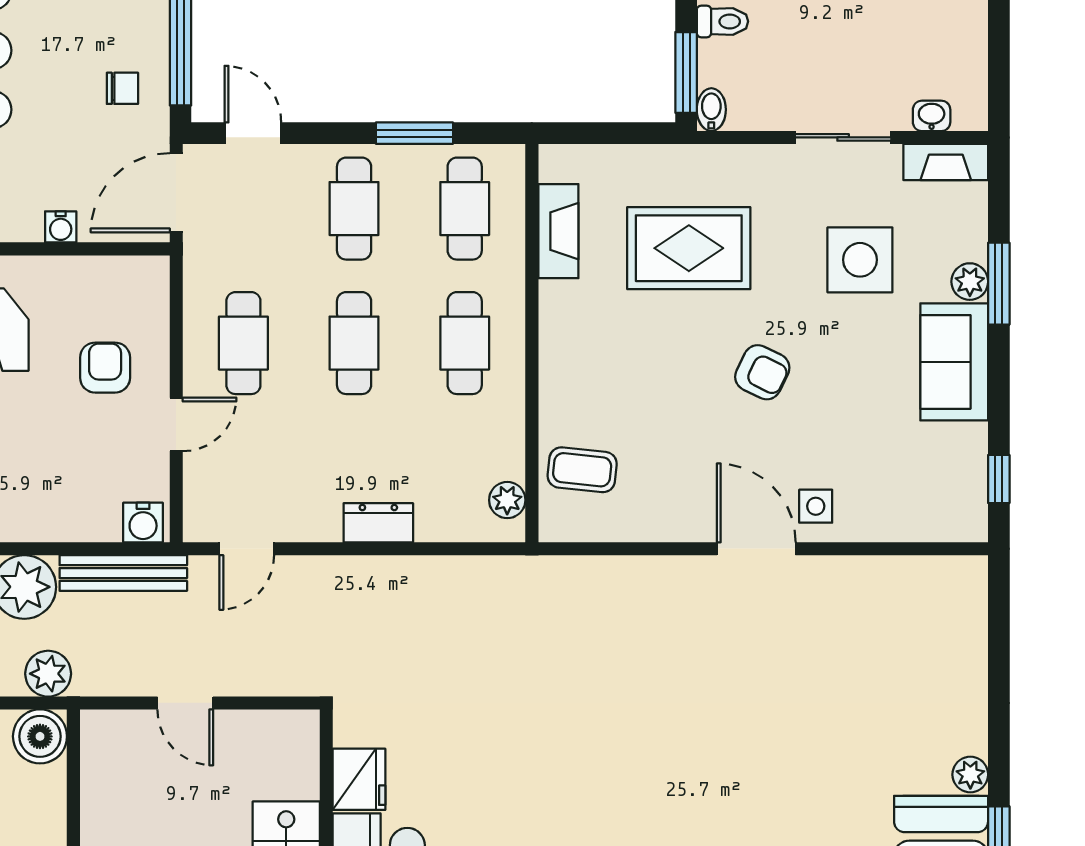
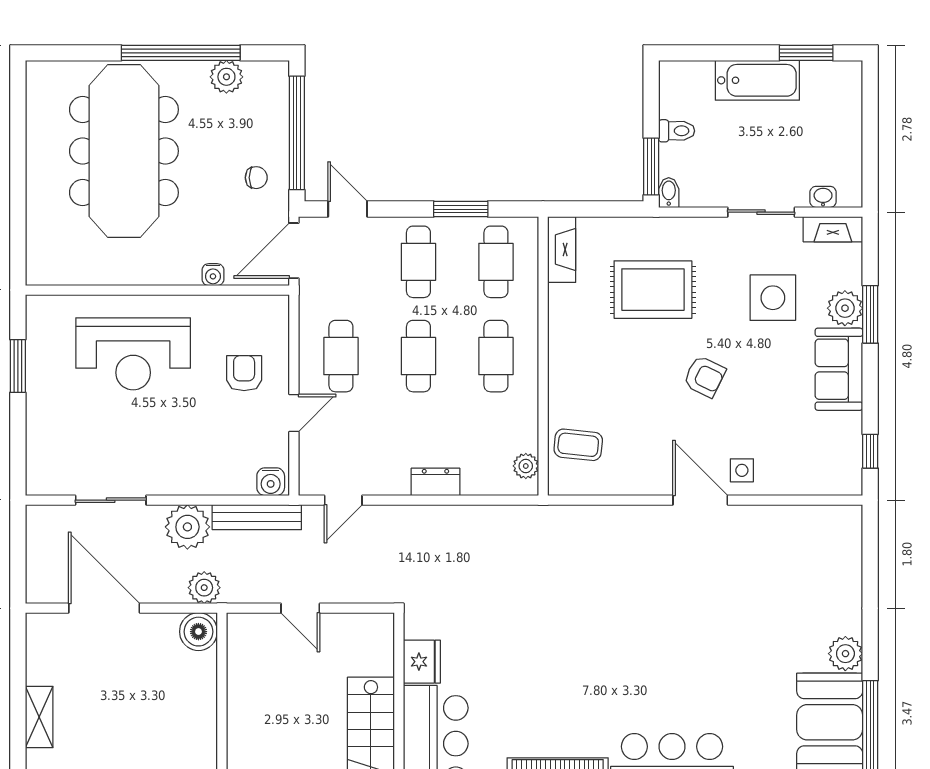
fireplace: (558, 231) -> (562, 249), moved
plant: (970, 282) -> (845, 308), width x1.38, depth x1.38
plant: (970, 775) -> (845, 654), width x1.38, depth x1.38

